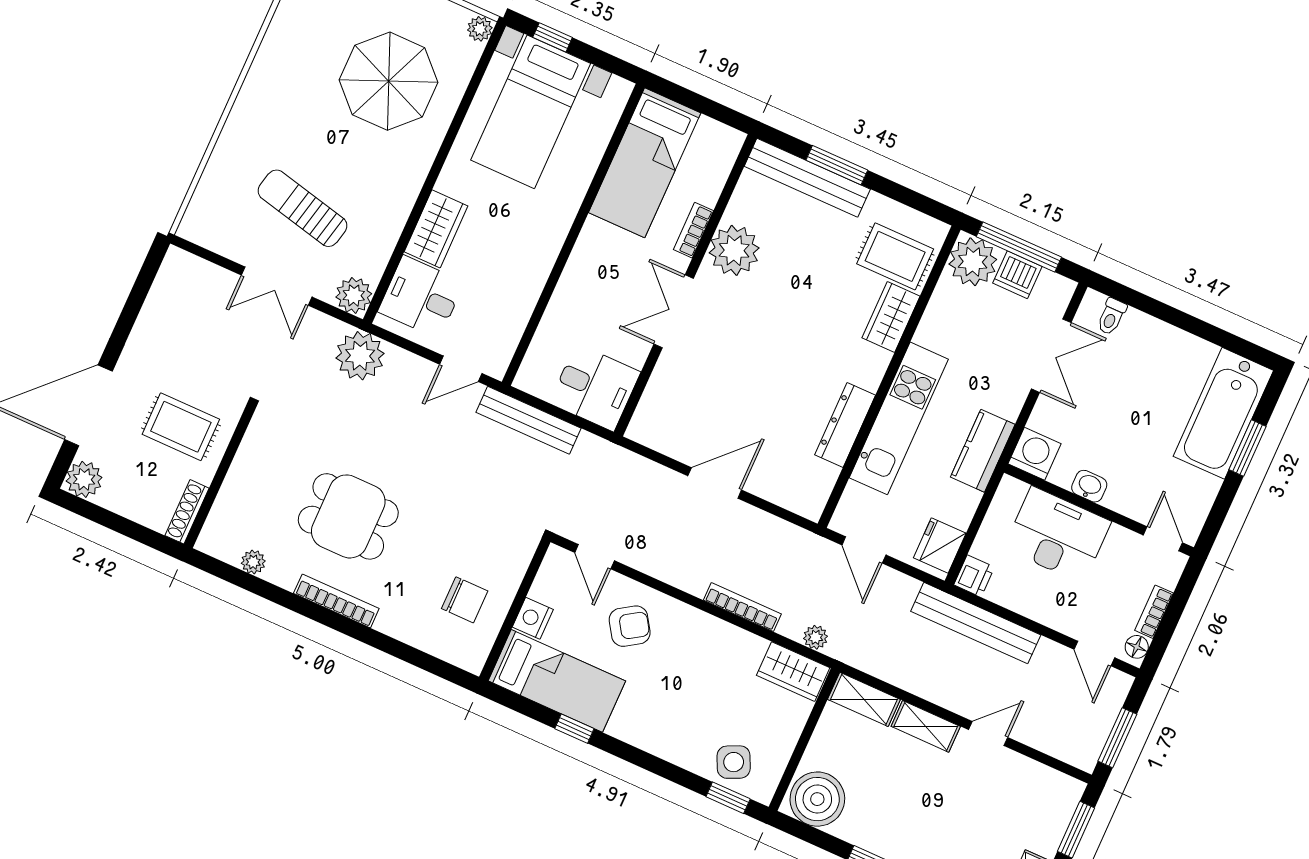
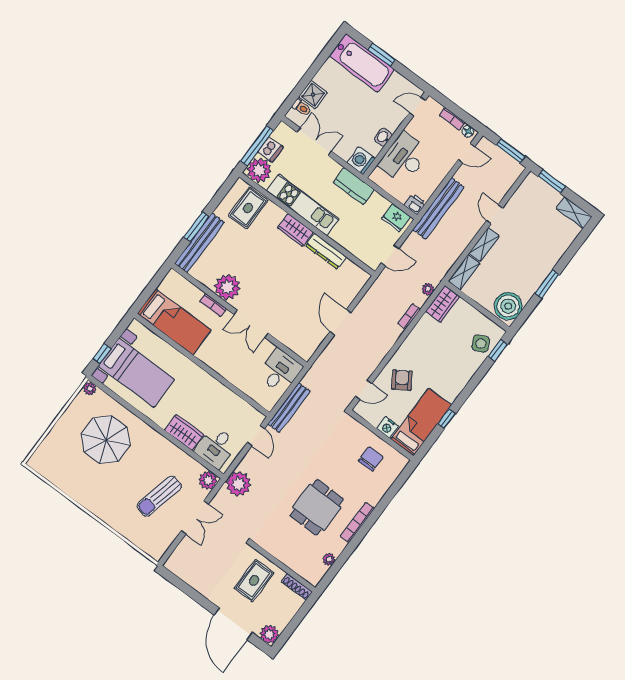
wardrobe: (891, 317) -> (295, 230), moved
shower: (1141, 333) -> (313, 95), added
kitchen unit: (899, 418) -> (303, 205), moved
bookcase: (742, 607) -> (409, 317), width x0.64

